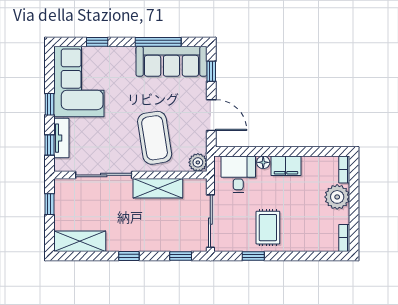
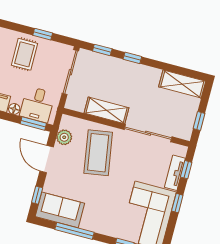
sofa: (171, 61) -> (60, 210), width x0.73
window: (237, 152) -> (33, 124), added
plant: (198, 162) -> (64, 137), moved
window: (129, 256) -> (132, 58), moved

